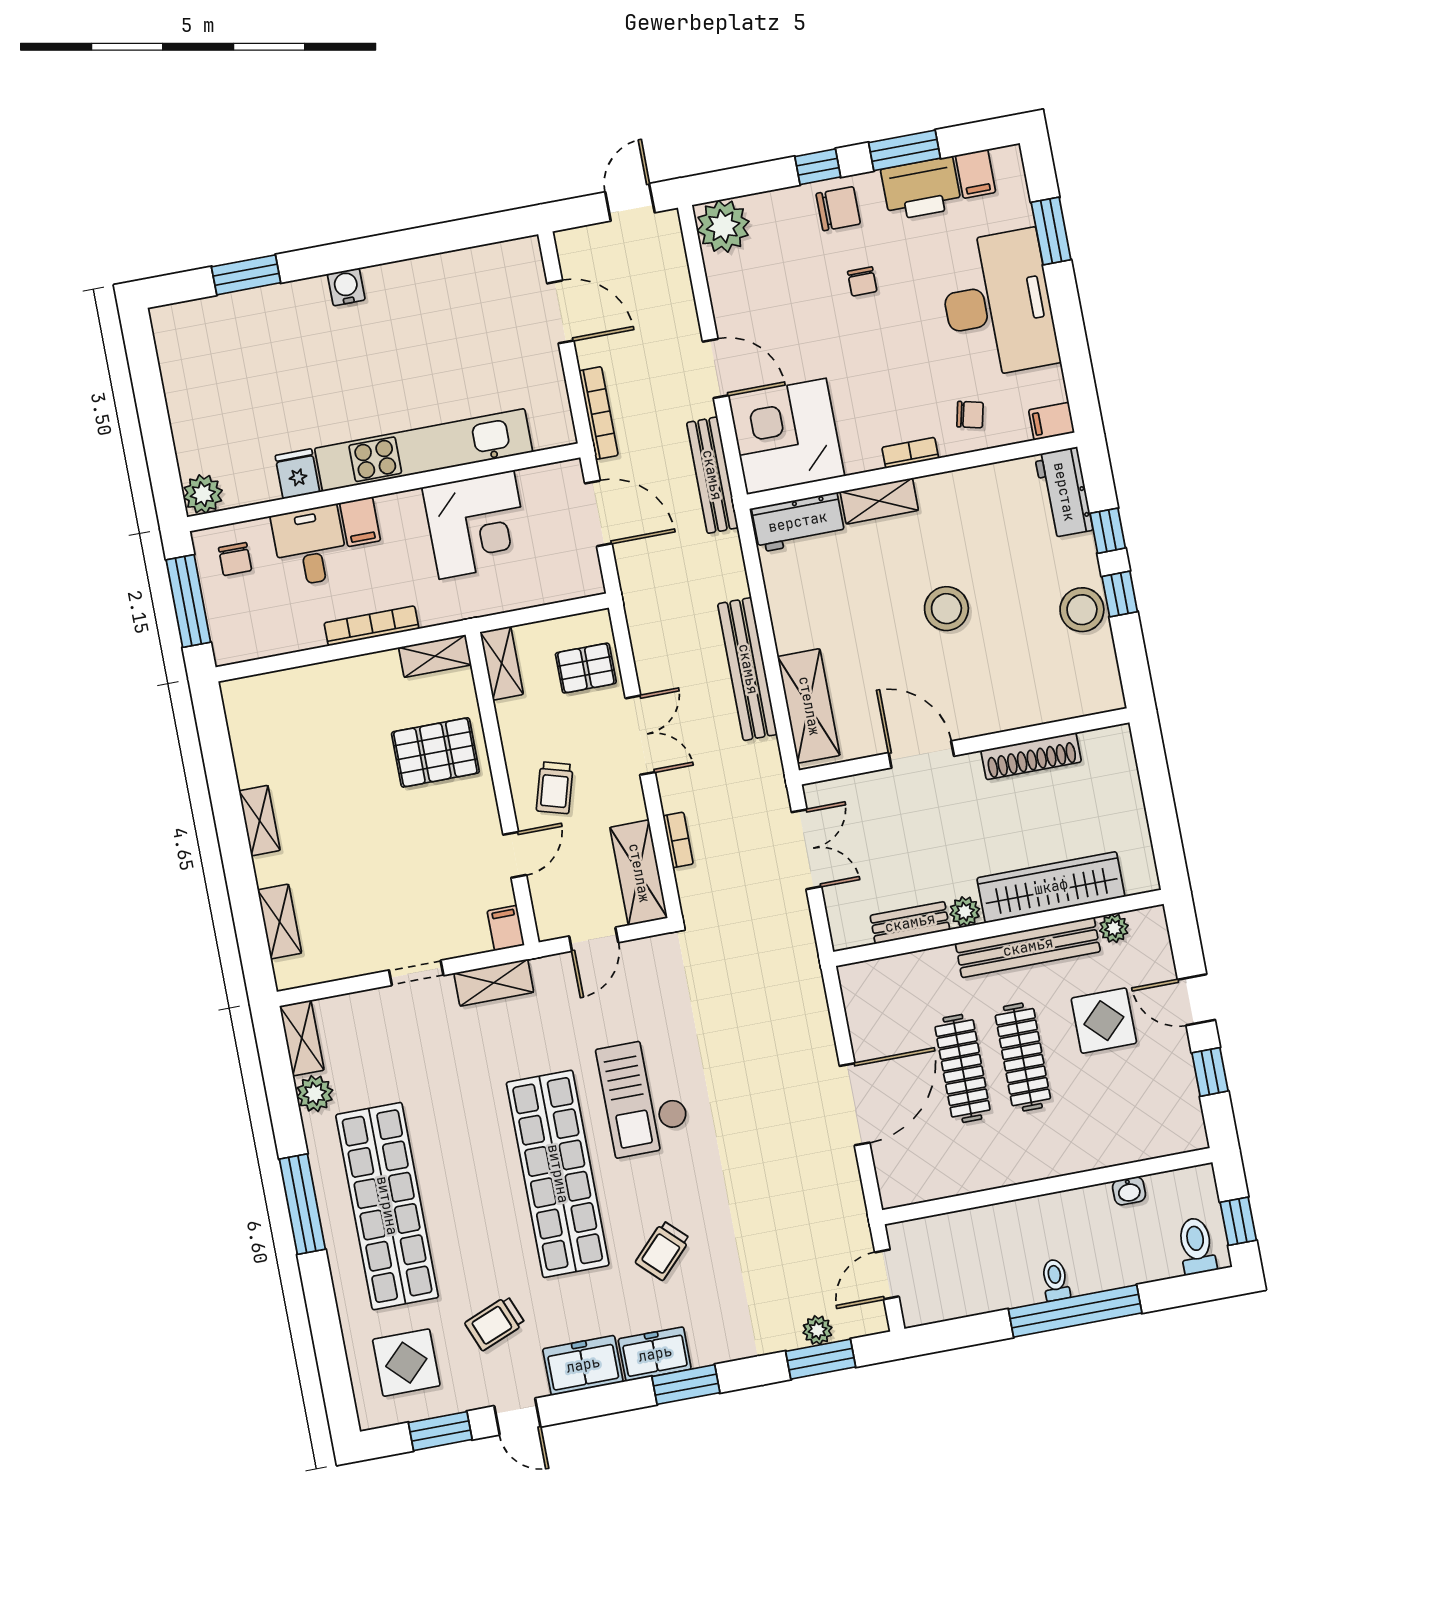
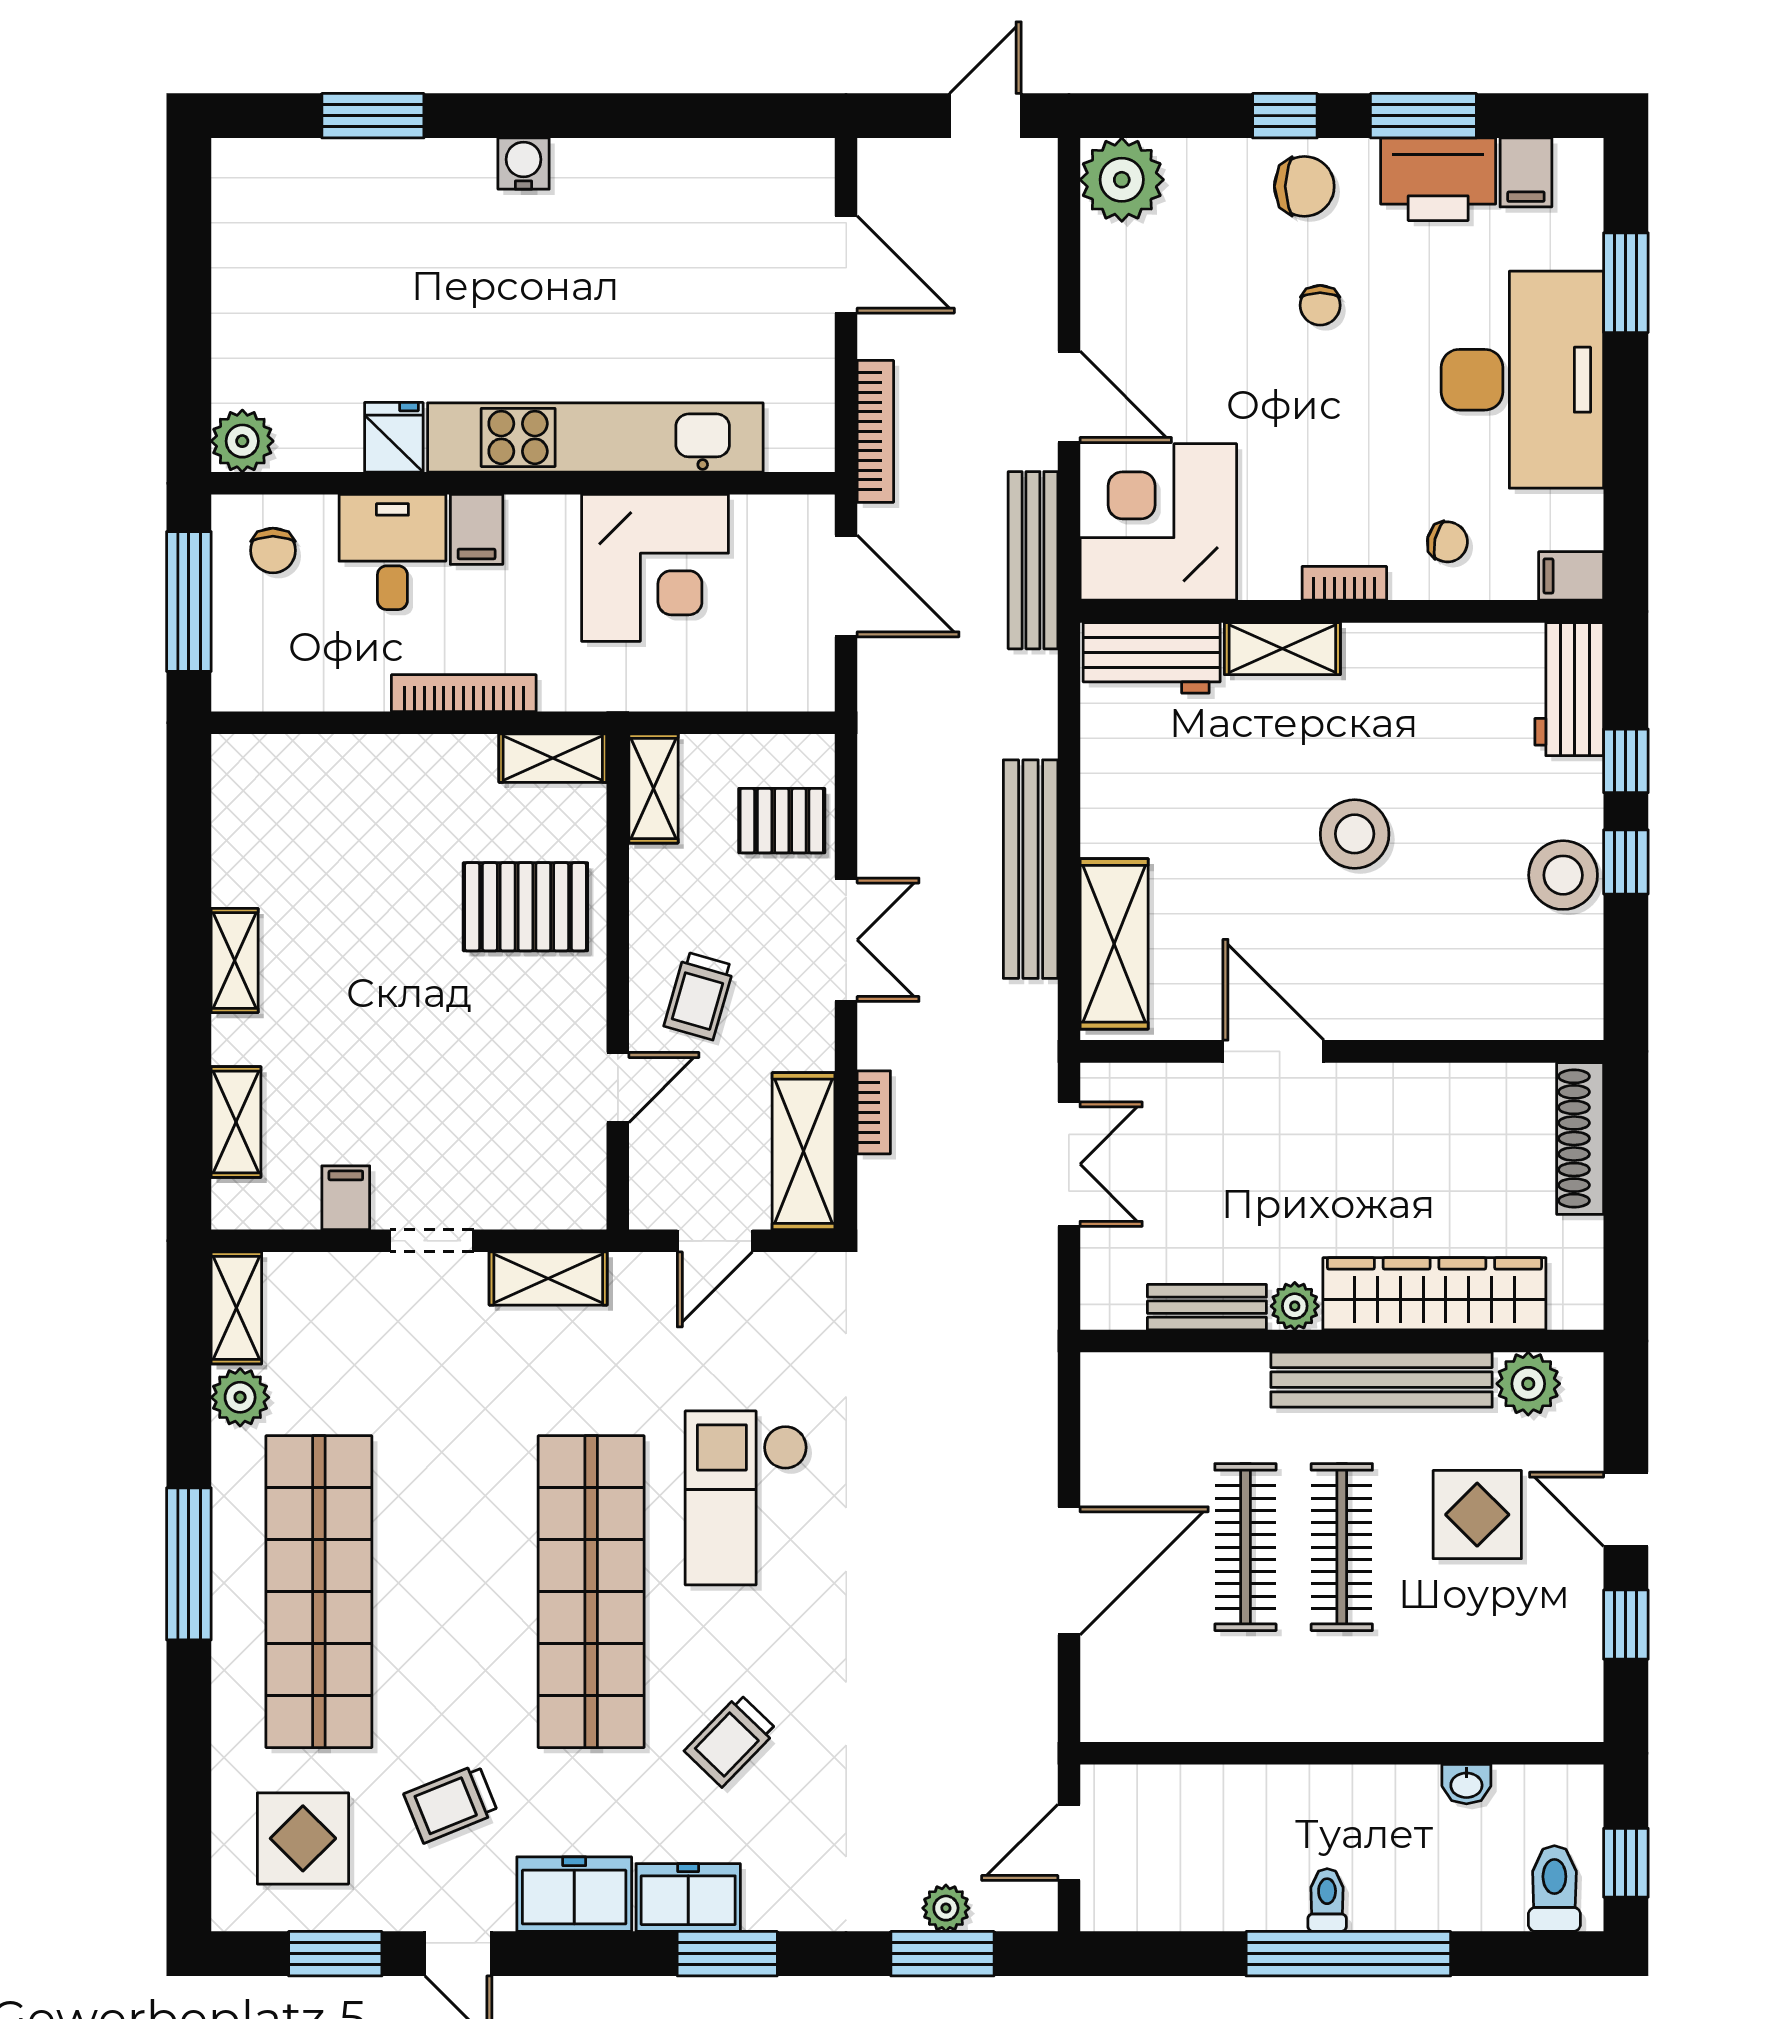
shoe rack: (1031, 756) -> (1580, 1138), moved, turned 90
filing cabinet: (506, 928) -> (346, 1198), moved
plant: (1114, 928) -> (1528, 1384), width x1.38, depth x1.38

